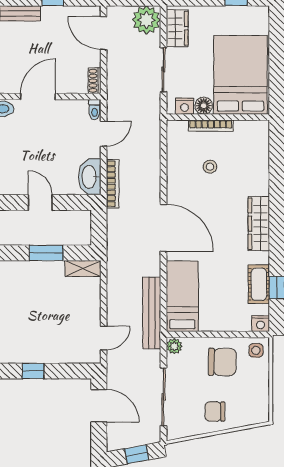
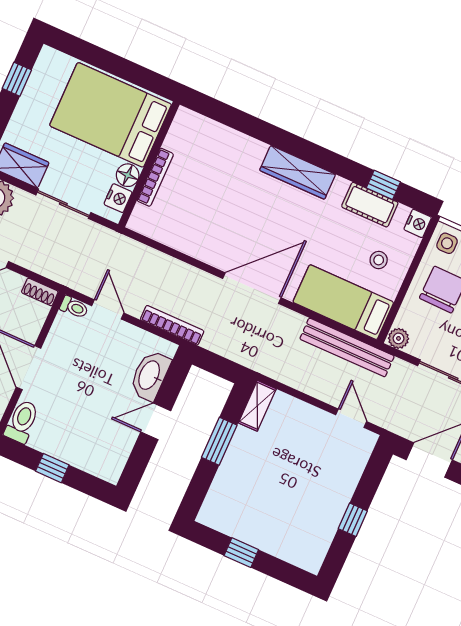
stool: (210, 167) -> (379, 260), moved
washbasin: (90, 177) -> (150, 375), moved, turned 90

